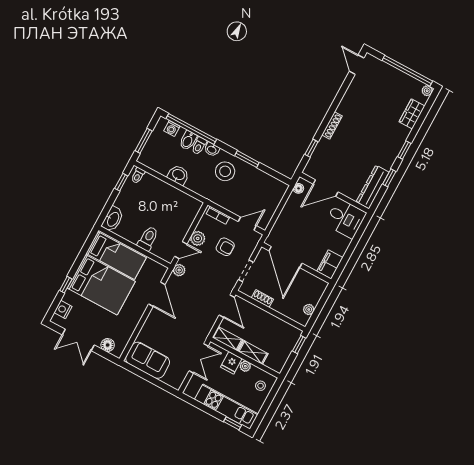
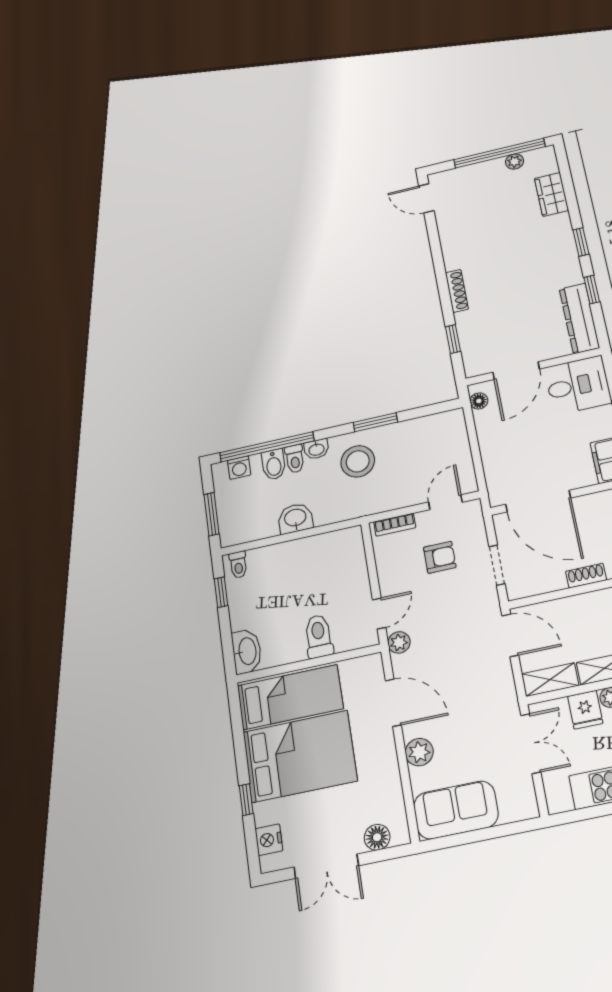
plant: (427, 91) -> (515, 161), moved
plant: (198, 238) -> (419, 752), moved
shoe rack: (262, 299) -> (586, 576), moved

